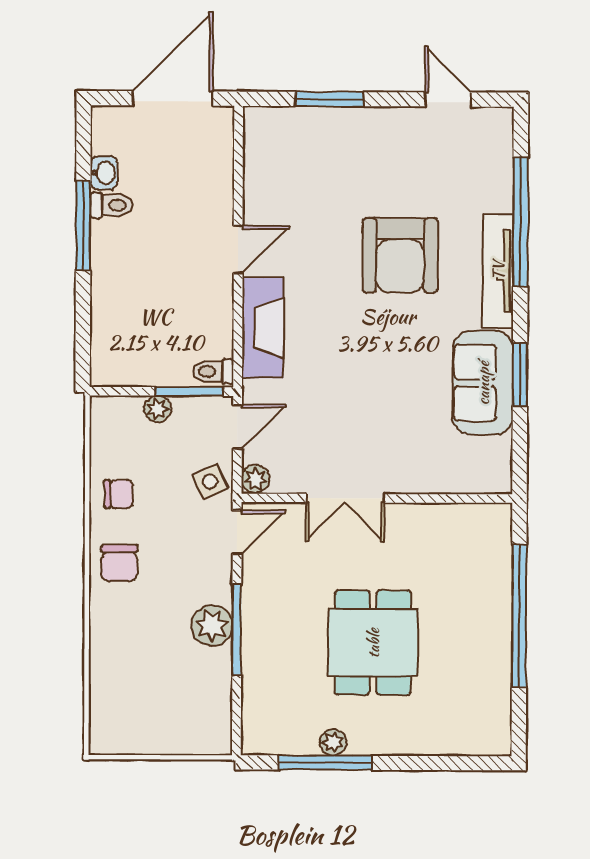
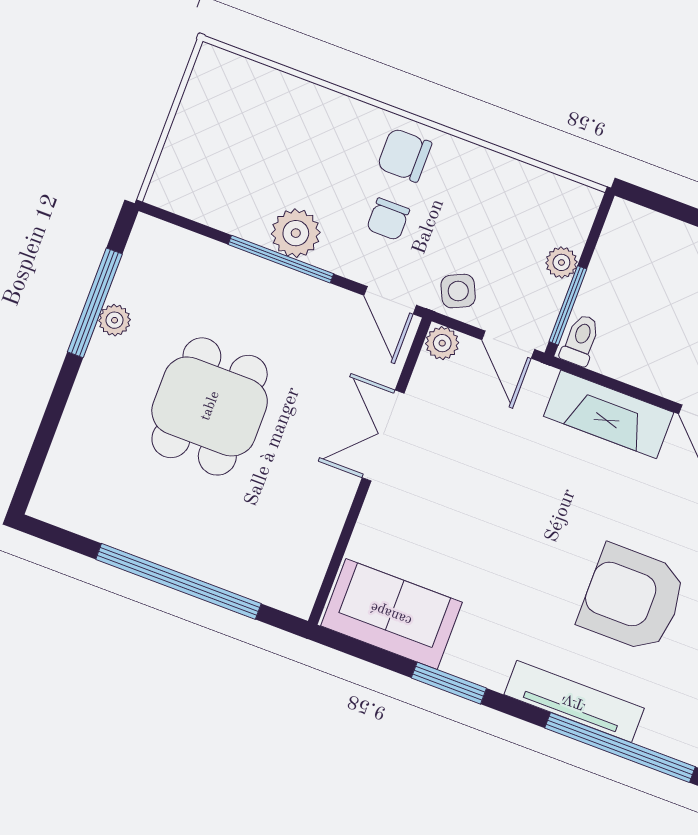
sofa: (483, 383) -> (391, 614), moved
chair: (119, 494) -> (388, 219), moved
dining table: (373, 643) -> (210, 406), turned 90

